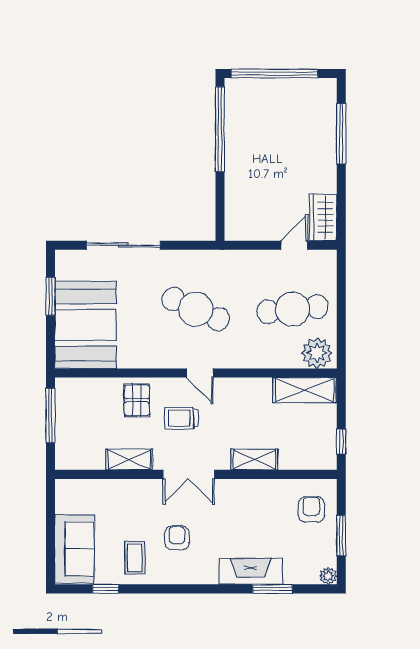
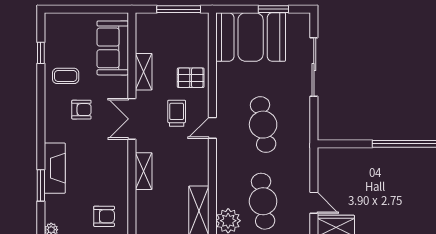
cafe table: (196, 309) -> (263, 125), turned -33
sofa: (75, 549) -> (113, 48), moved, turned 90

